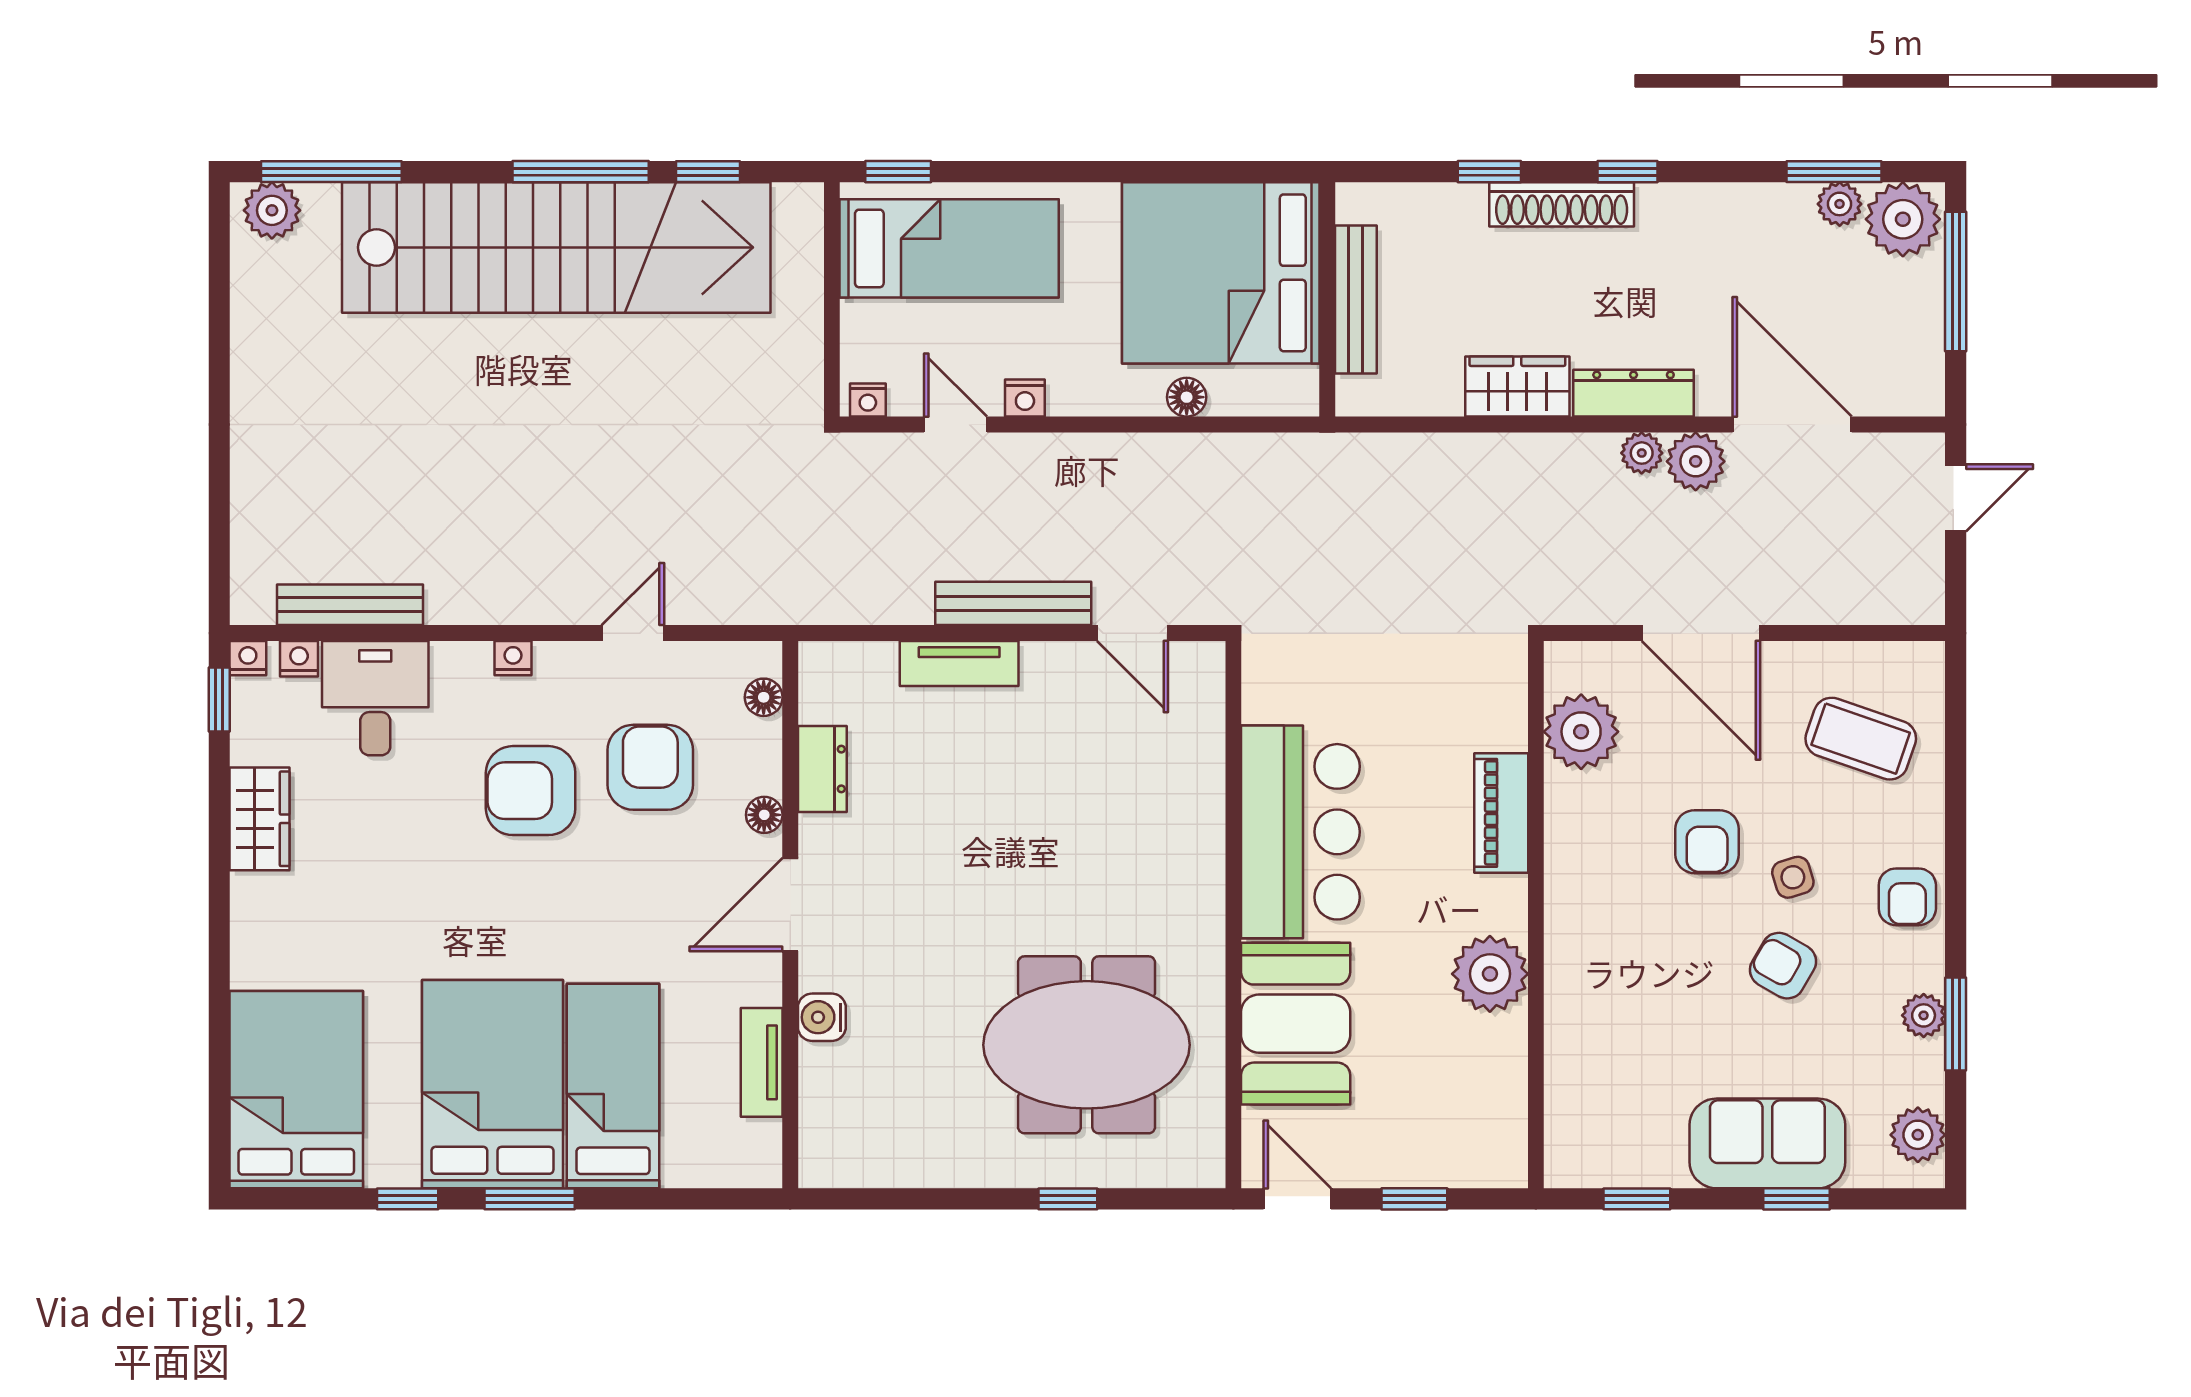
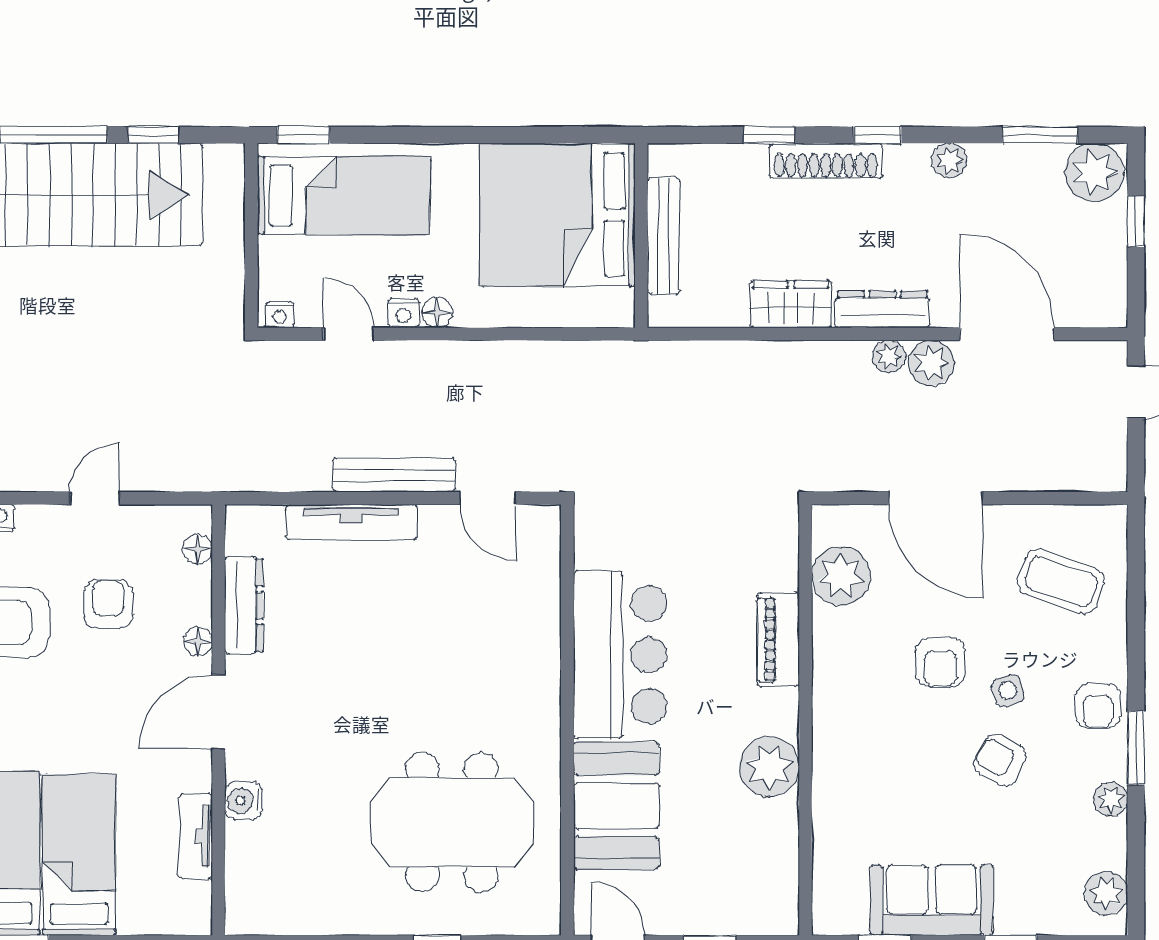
plant: (1840, 204) -> (949, 160), moved
window: (1956, 281) -> (1136, 221), width x0.46
floor lamp: (1187, 397) -> (437, 313), moved
tv unit: (959, 664) -> (351, 522), width x1.41
armchair: (650, 767) -> (108, 604), width x0.72, depth x0.72
dresser: (822, 769) -> (244, 605), width x1.44
window: (1956, 1024) -> (1136, 748), moved
sofa: (1767, 1143) -> (932, 900), moved

